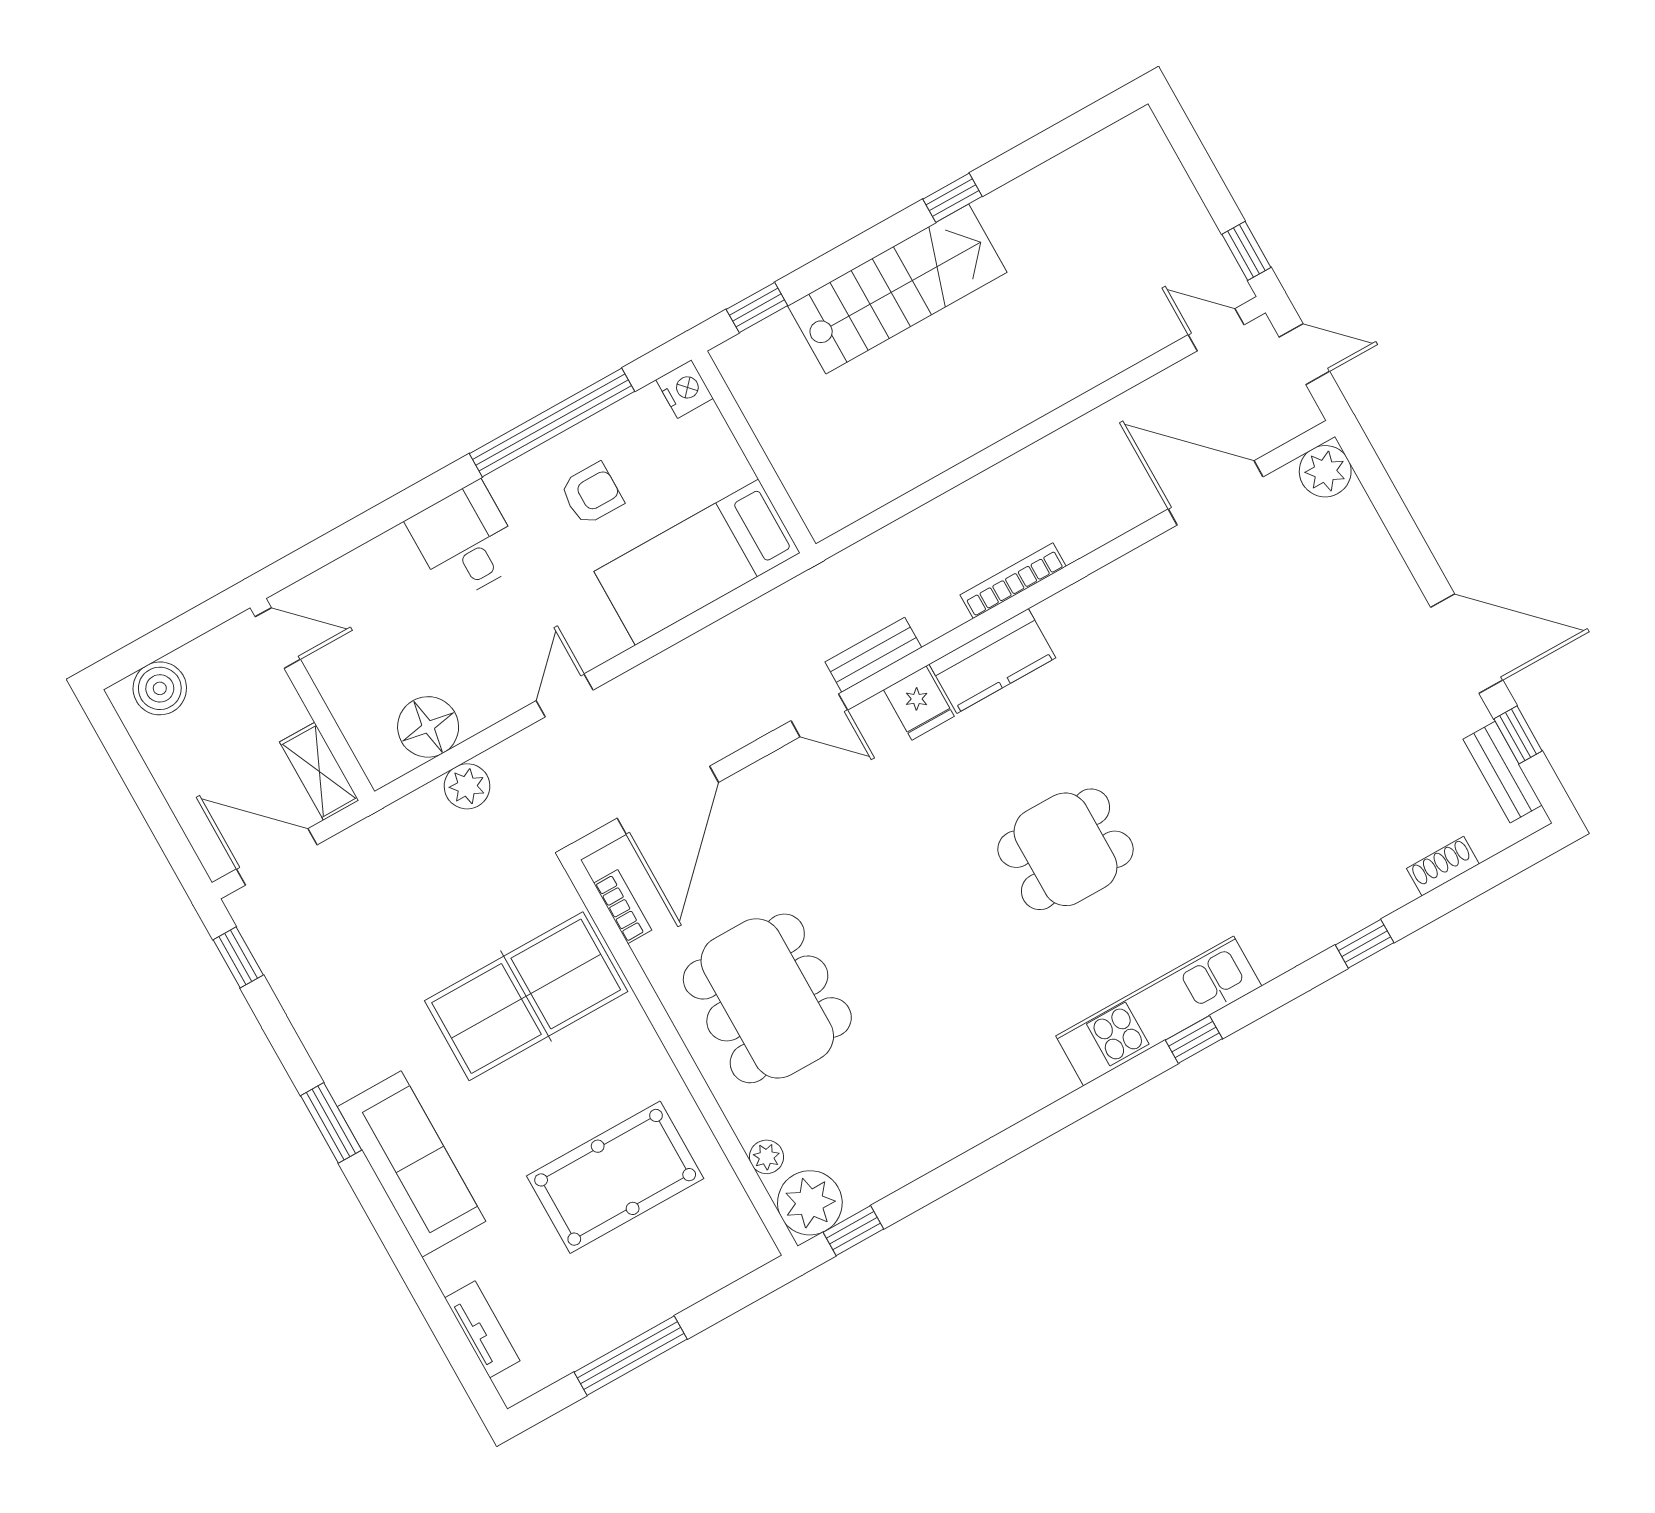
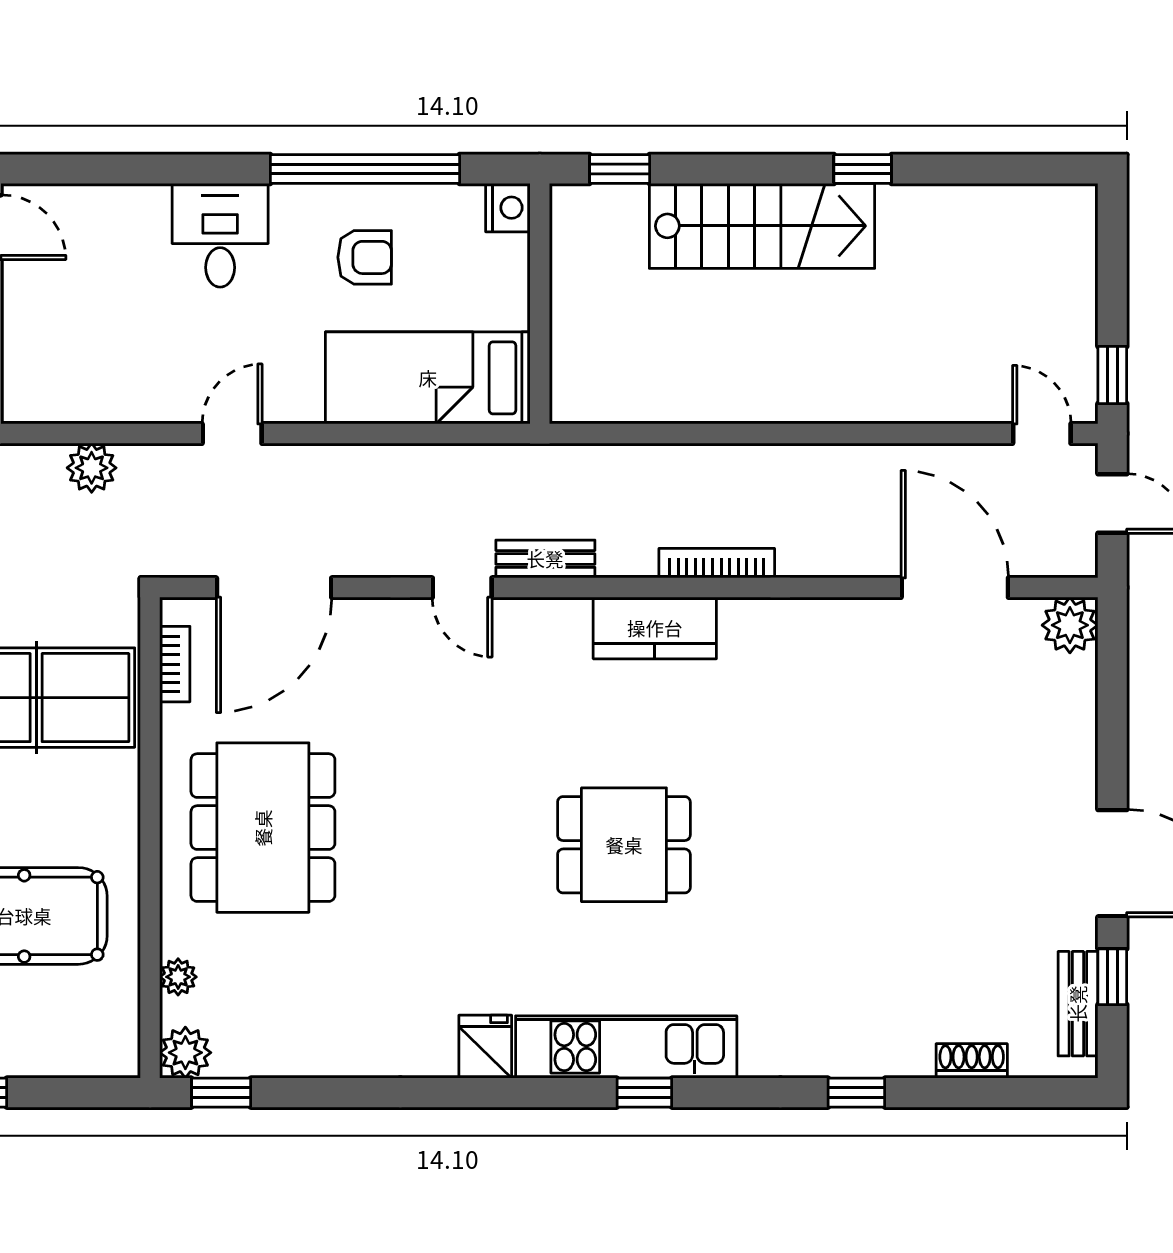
fridge: (919, 703) -> (485, 1047), moved, turned 180
floor lamp: (428, 727) -> (86, 391), removed
plant: (810, 1203) -> (185, 1053), width x0.73, depth x0.73

